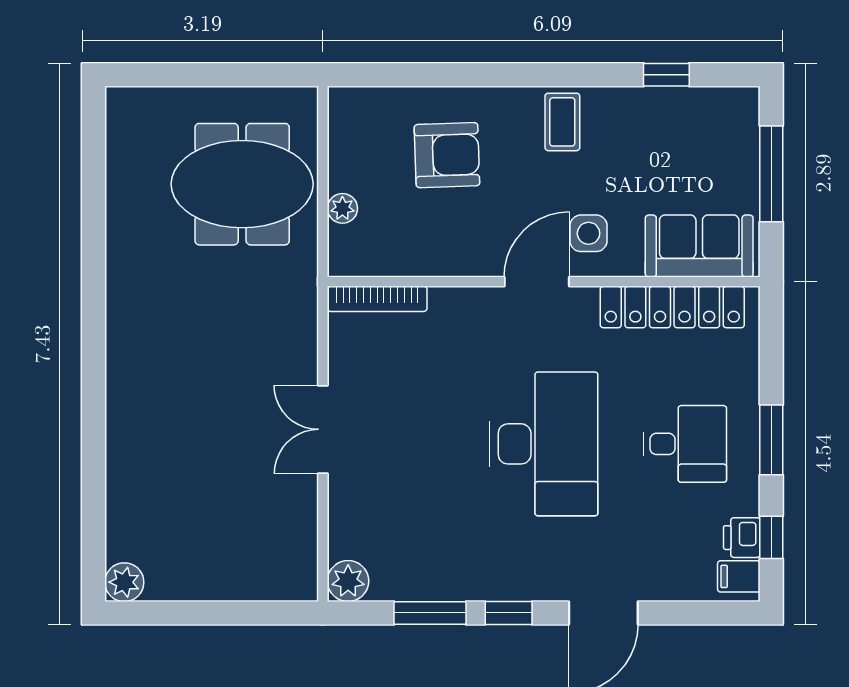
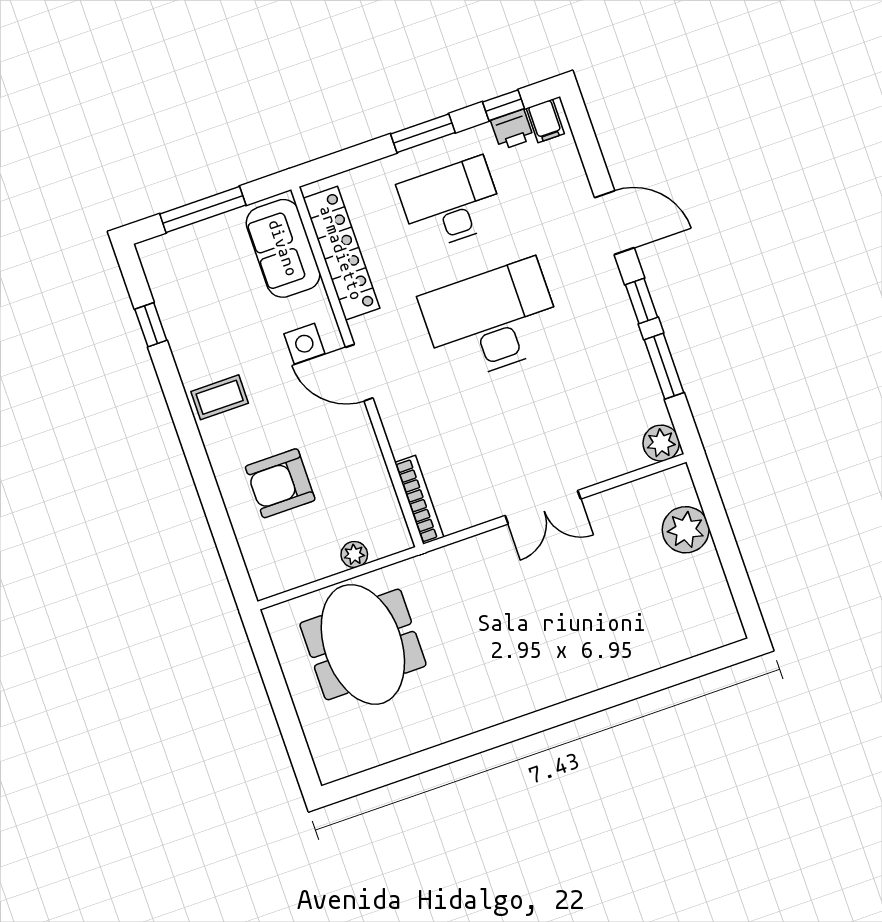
armchair: (447, 155) -> (280, 483), turned -88
desk: (685, 444) -> (451, 204), width x1.37
plant: (124, 582) -> (686, 530), moved, width x1.36, depth x1.36

